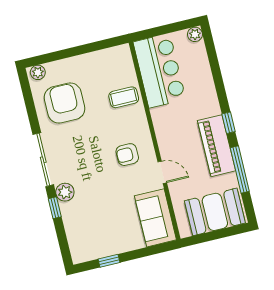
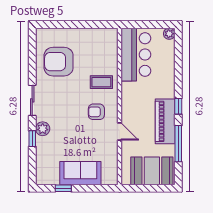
plant: (38, 72) -> (44, 34), removed
coffee table: (124, 97) -> (101, 82), moved
armchair: (65, 103) -> (59, 62), turned -90
sliding door: (43, 160) -> (32, 100), width x0.73
sofa: (155, 218) -> (80, 173), moved, turned 90

